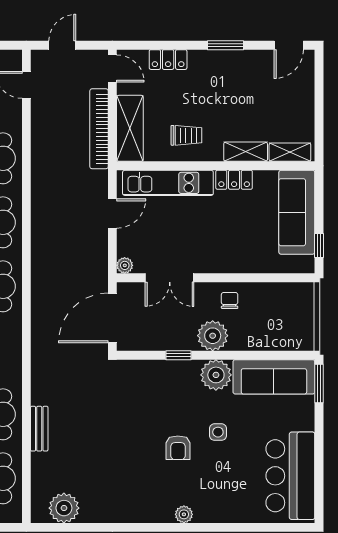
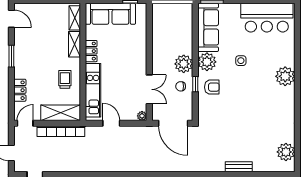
chair: (230, 300) -> (181, 86), moved
armchair: (178, 448) -> (212, 87), moved
plant: (184, 514) -> (285, 76), width x1.87, depth x1.87

